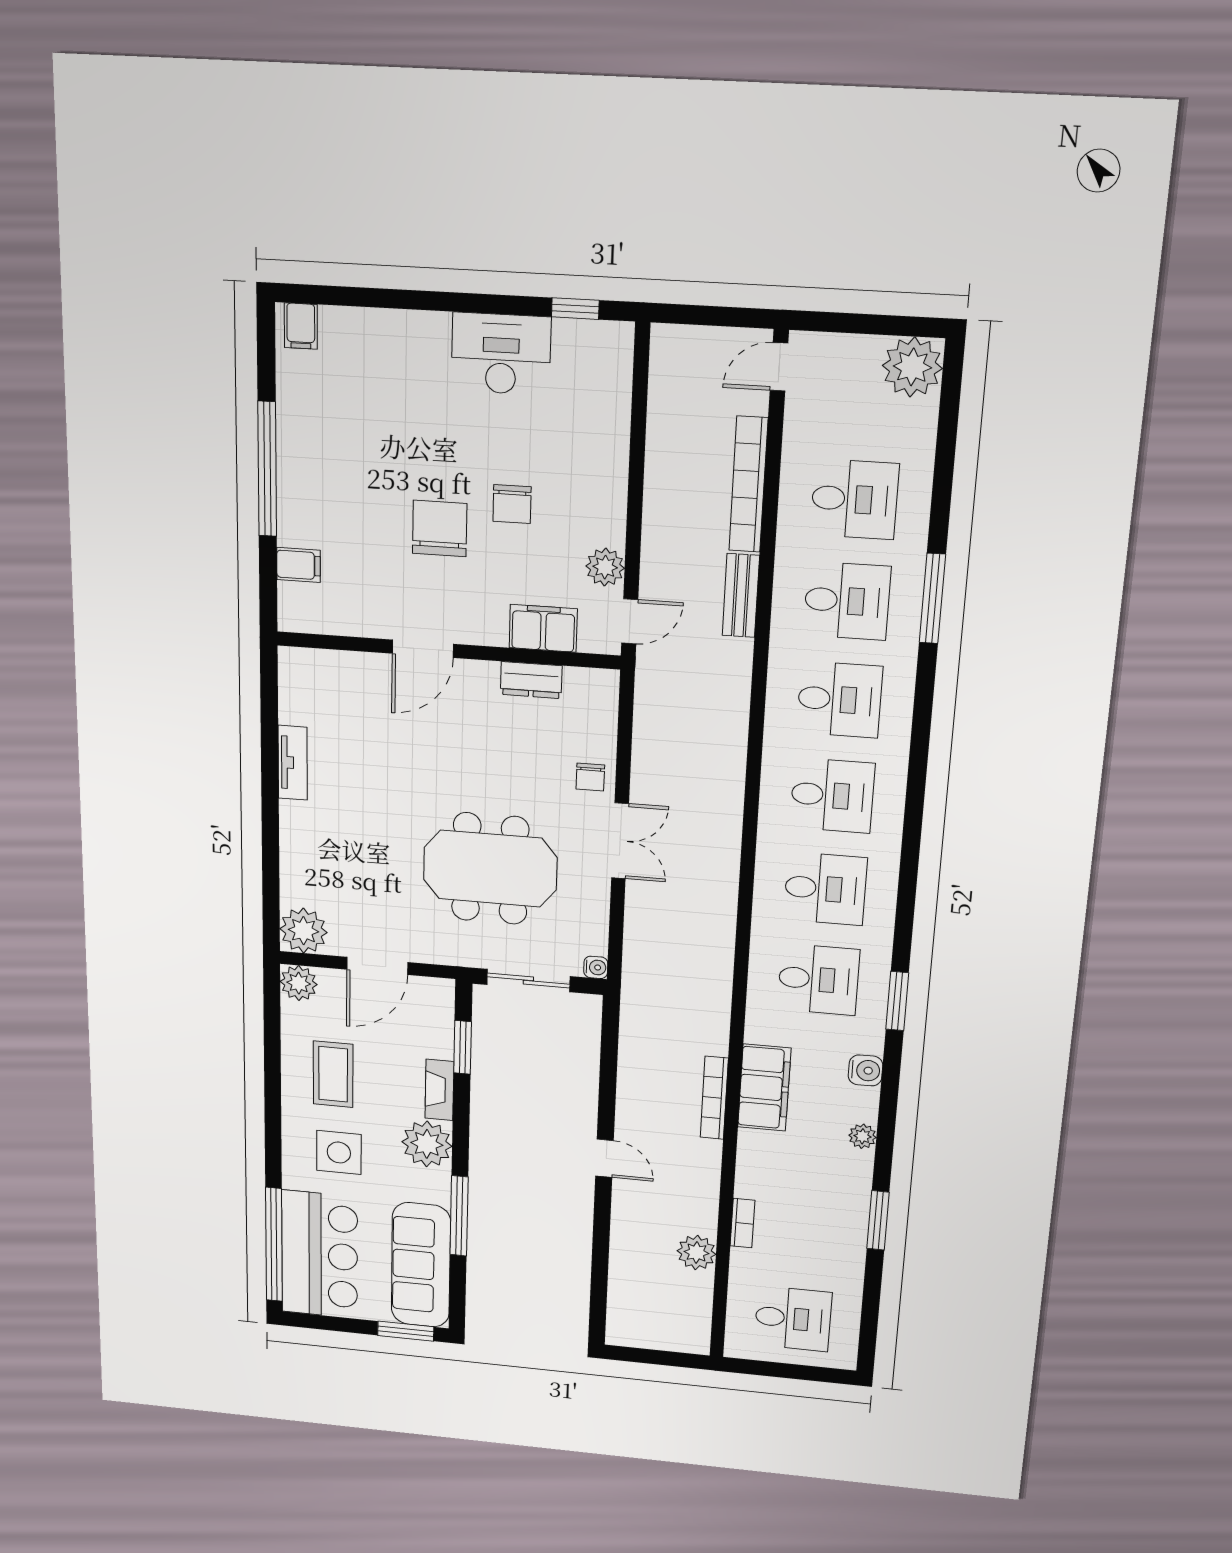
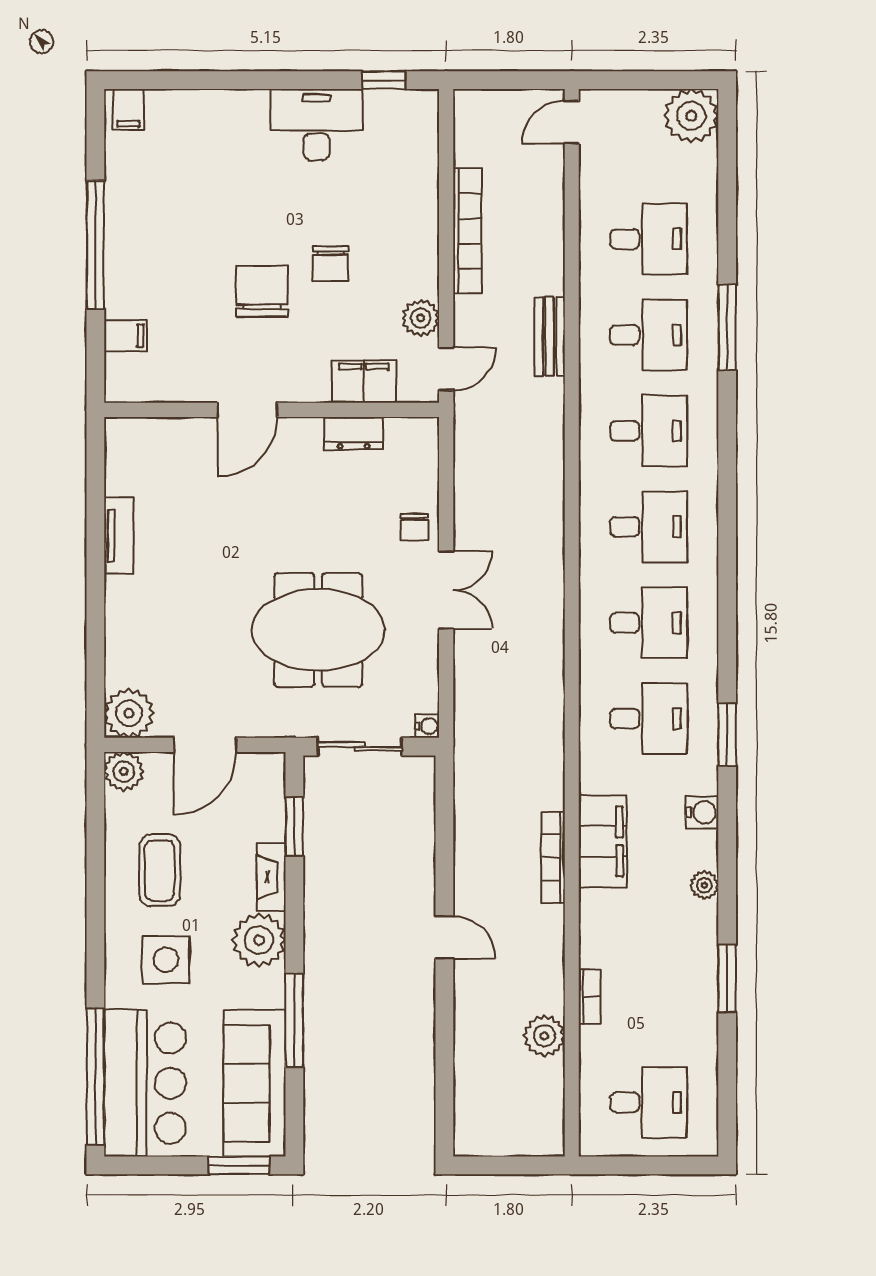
bookcase: (748, 485) -> (467, 231), moved, turned 180

